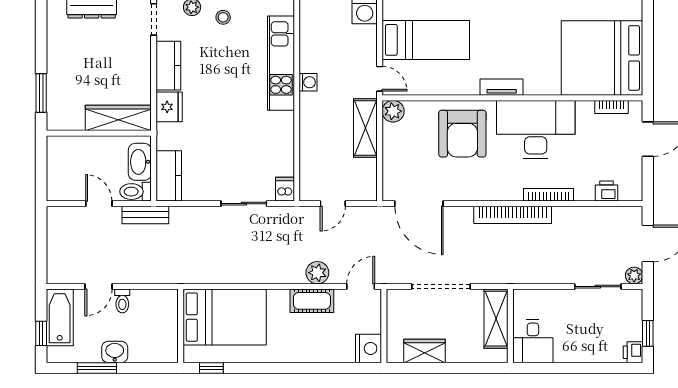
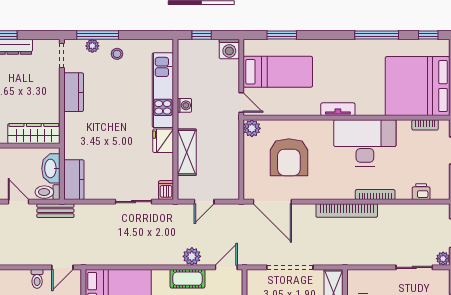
fridge: (169, 107) -> (163, 141), moved, turned 180
shelving: (365, 128) -> (187, 152), moved
armchair: (462, 134) -> (289, 157), moved
door: (98, 287) -> (62, 267), moved

